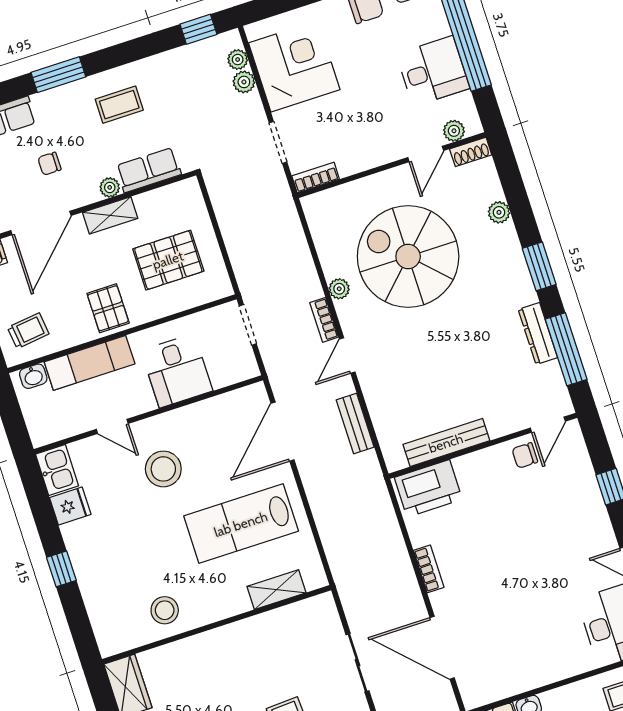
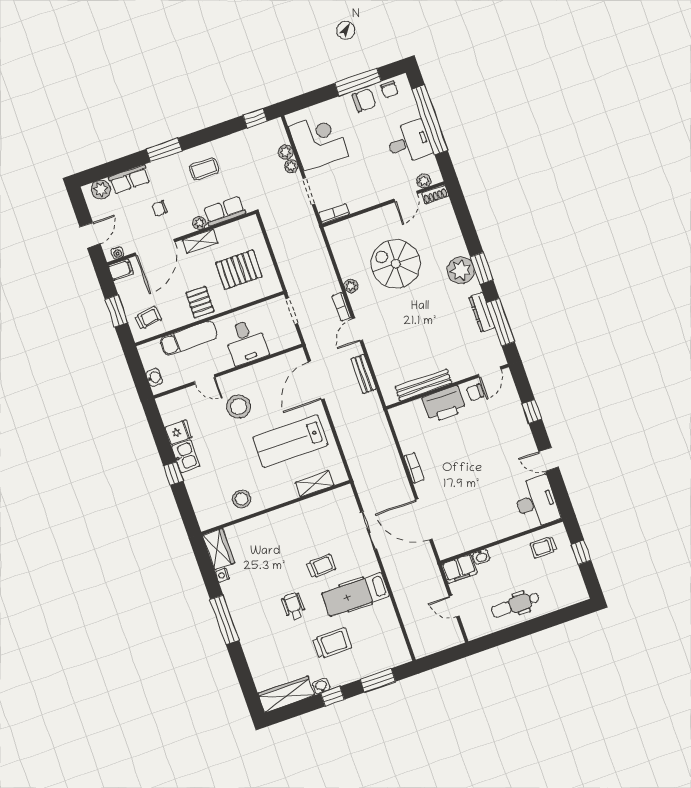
plant: (238, 60) -> (291, 166), moved
plant: (499, 212) -> (461, 270), moved, width x1.88, depth x1.88
spiral stairs: (408, 256) -> (396, 264), width x0.73, depth x0.73
washbasin: (33, 376) -> (154, 377), moved, turned -90
kitchen sink: (57, 470) -> (186, 456), moved
printer: (428, 488) -> (444, 404), moved

